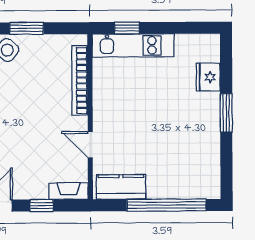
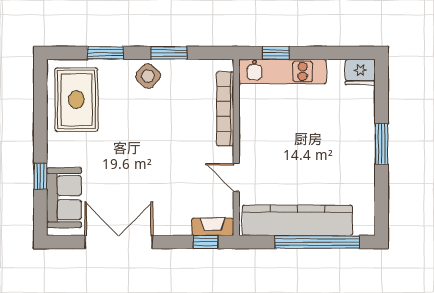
fridge: (208, 77) -> (360, 72), moved, turned -90
kitchen counter: (121, 187) -> (298, 220), width x2.08, depth x1.17
window: (42, 206) -> (206, 242), moved

